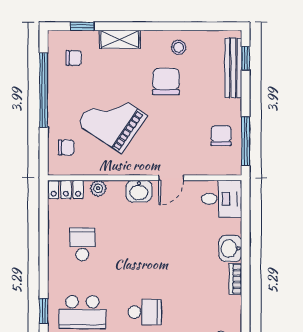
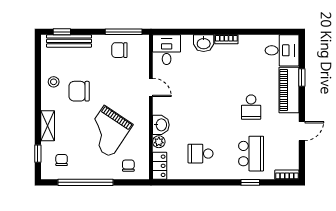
washbasin: (139, 191) -> (161, 125), moved
school desk: (145, 312) -> (251, 107), turned 180

